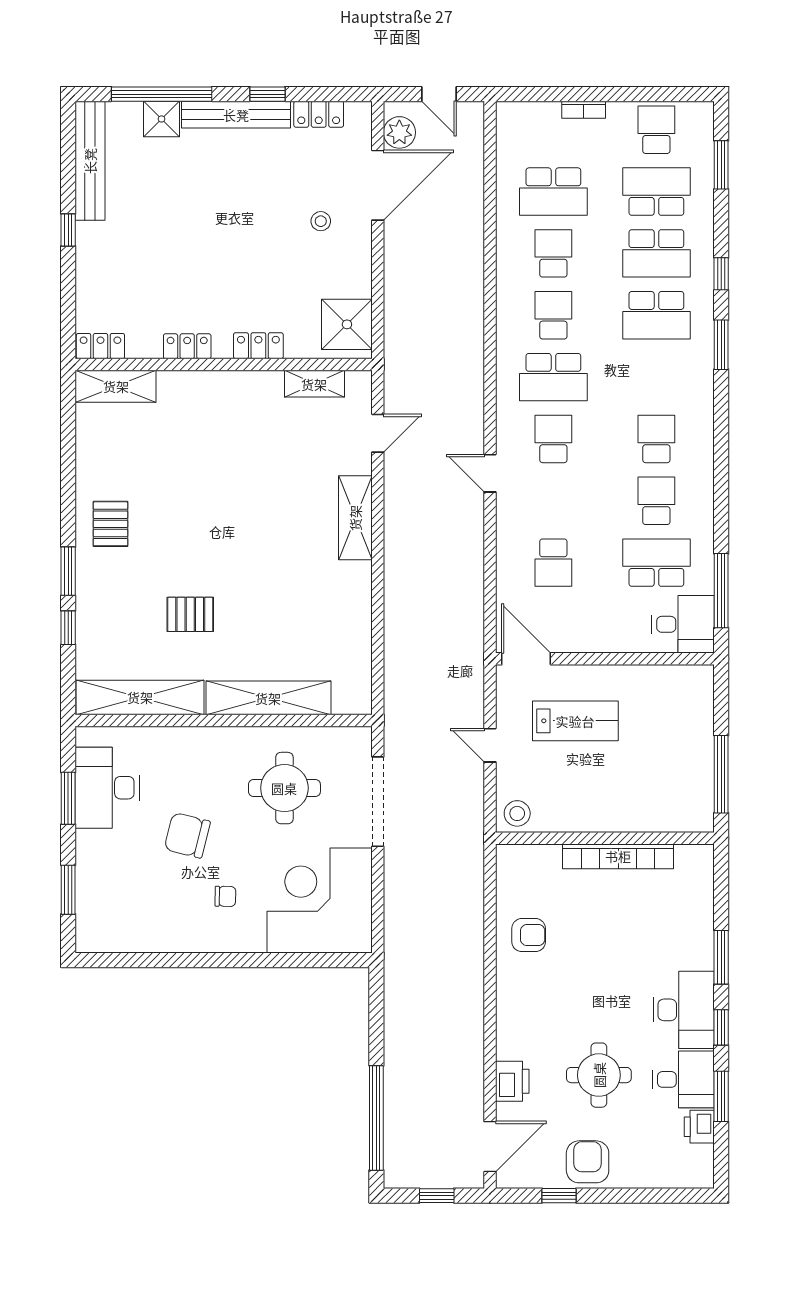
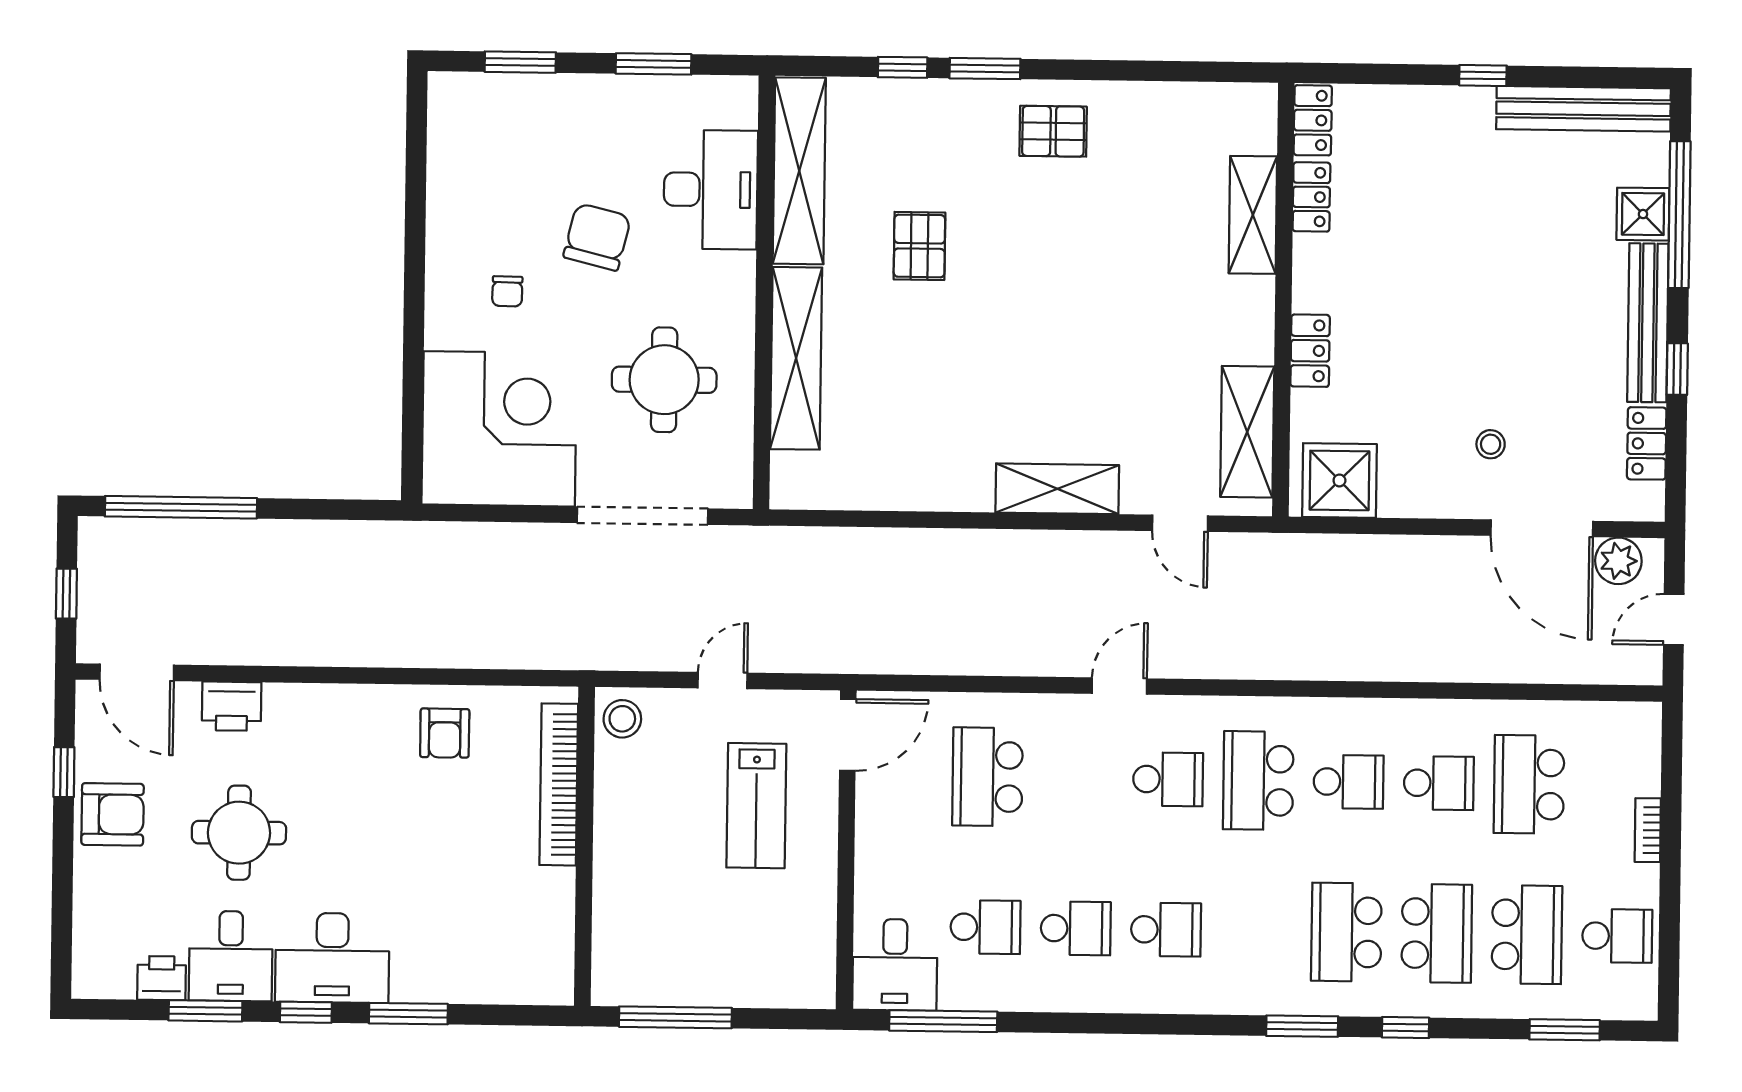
school desk: (656, 253) -> (1437, 933), turned 180
locker: (187, 346) -> (1311, 197), moved
shelving: (314, 384) -> (1247, 432), width x1.50, depth x1.33
shelving: (116, 386) -> (1253, 215), moved
school desk: (553, 563) -> (988, 777), width x1.85
school desk: (656, 563) -> (985, 927), width x0.54
desk: (107, 788) -> (711, 190), moved, turned 90
bookcase: (618, 856) -> (559, 784), moved

